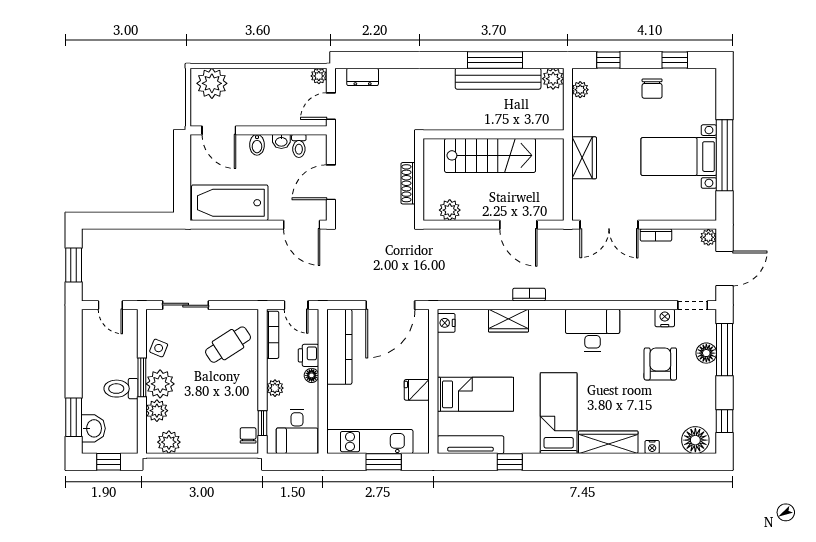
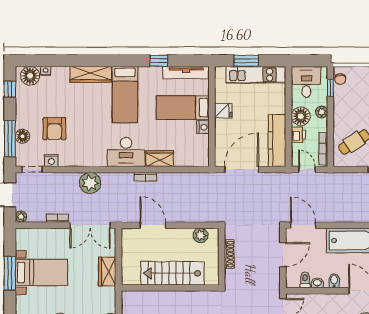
window: (725, 155) -> (10, 273), width x0.68
double door: (609, 225) -> (90, 225), swing flipped
plant: (609, 286) -> (90, 183), added
nightstand: (446, 323) -> (203, 127), moved
desk: (593, 330) -> (126, 152), moved
floor lamp: (312, 375) -> (301, 116), width x1.89, depth x1.89
nightstand: (652, 447) -> (46, 71), moved

